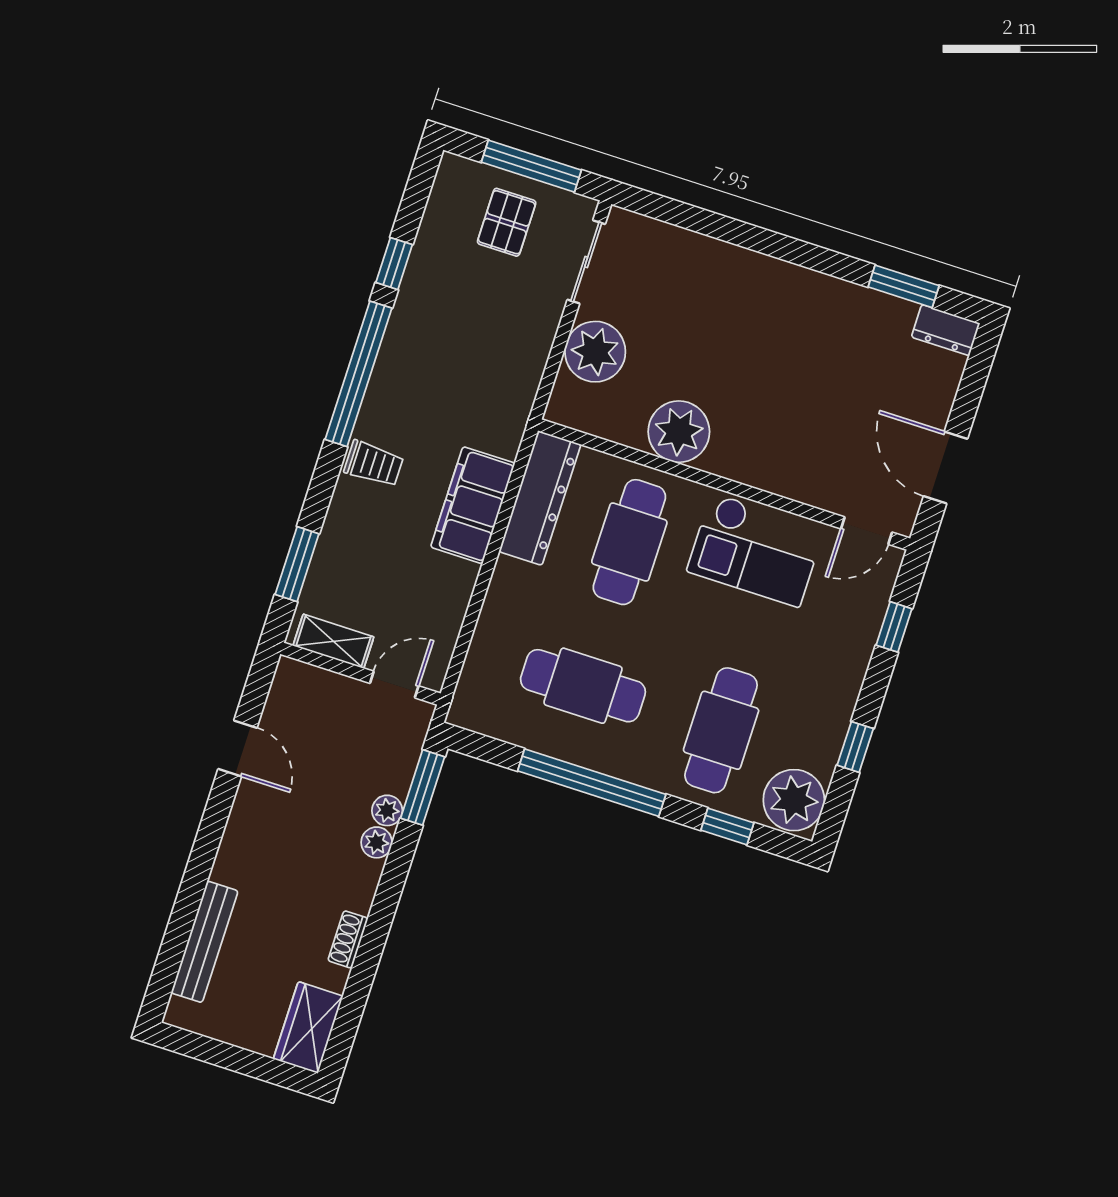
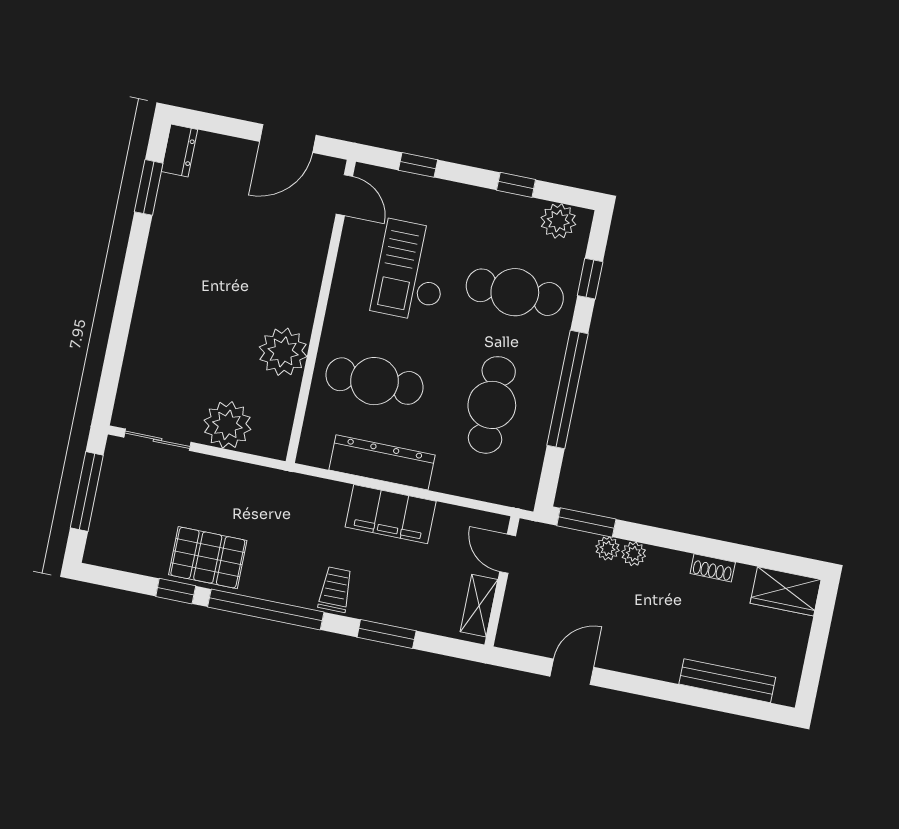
pallet: (507, 222) -> (208, 558), moved, width x1.50, depth x1.42
dresser: (540, 498) -> (382, 462), moved
filing cabinet: (473, 505) -> (391, 514), moved
checkout: (756, 550) -> (412, 271), moved, turned 180
window: (297, 564) -> (387, 634), moved
plant: (794, 800) -> (558, 221), width x0.73, depth x0.73

